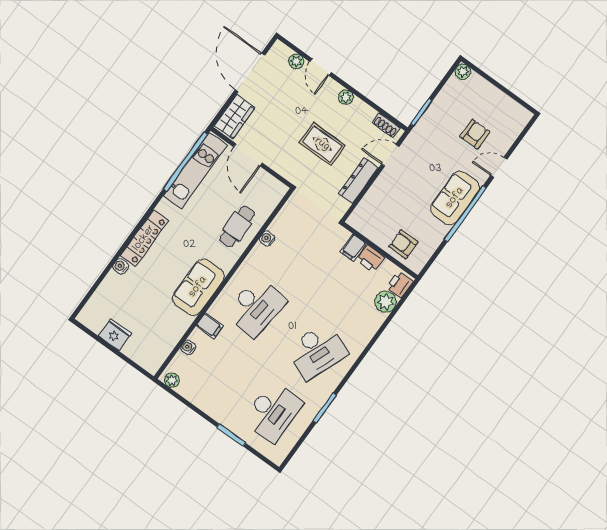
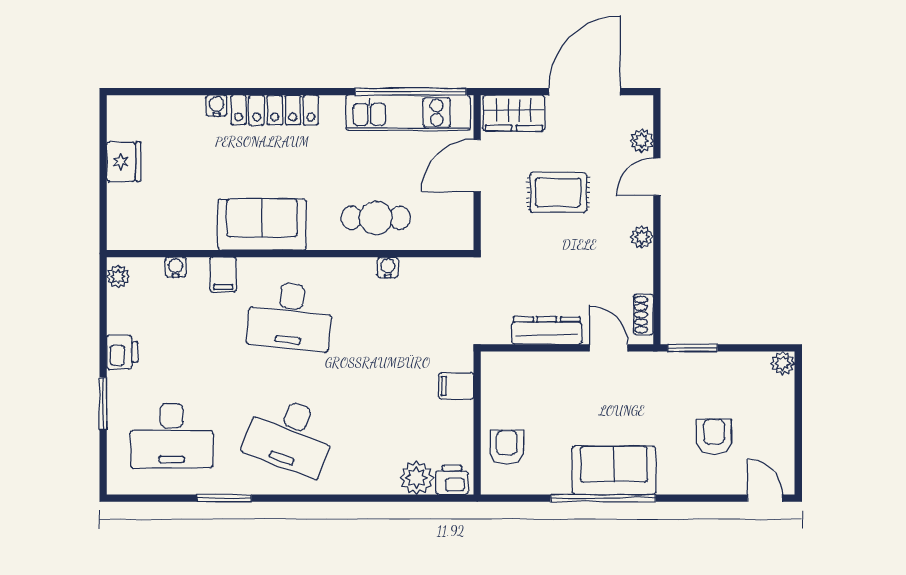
armchair: (475, 134) -> (714, 437), turned -90
rug: (322, 144) -> (558, 192), moved, turned 90
door: (499, 167) -> (765, 498), moved
printer: (371, 259) -> (122, 352), moved, turned 180

